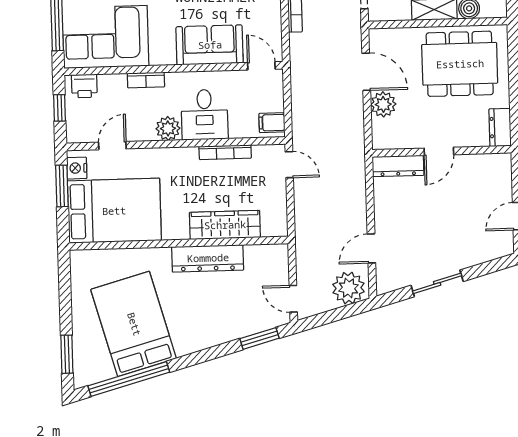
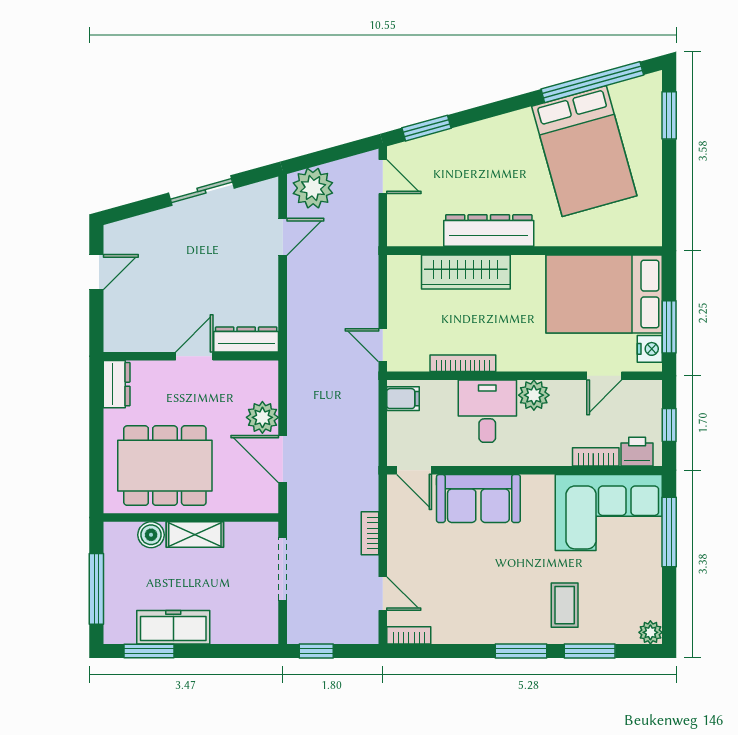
bookcase: (146, 80) -> (596, 457), moved

